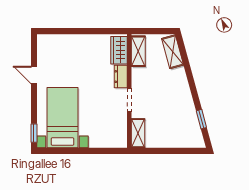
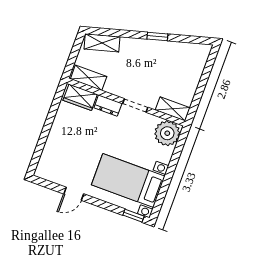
window: (201, 119) -> (157, 36), moved
plant: (115, 136) -> (167, 133), added

